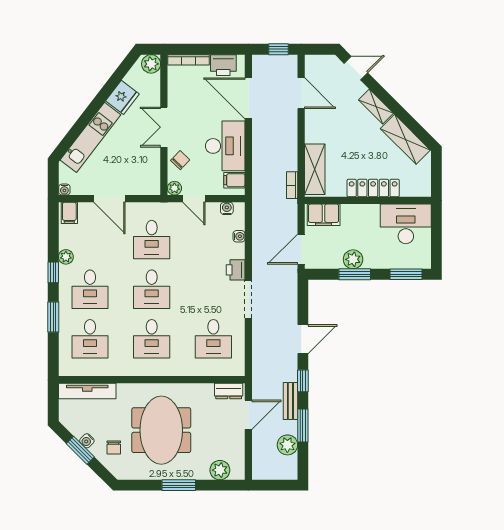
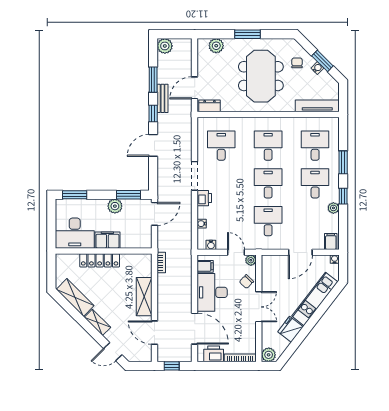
shelving: (315, 169) -> (144, 297), moved
door: (109, 199) -> (300, 252), swing flipped
filing cabinet: (324, 215) -> (107, 240), moved
window: (355, 274) -> (129, 195), moved
plant: (287, 445) -> (165, 46), moved

